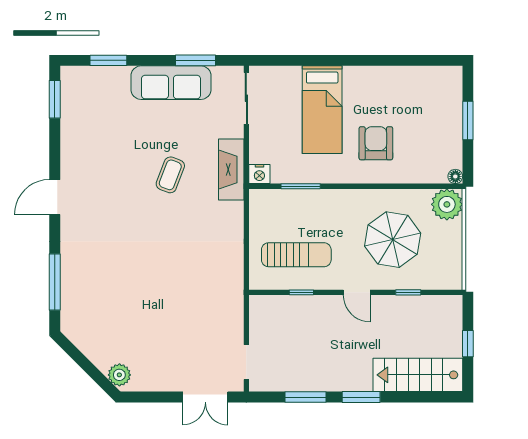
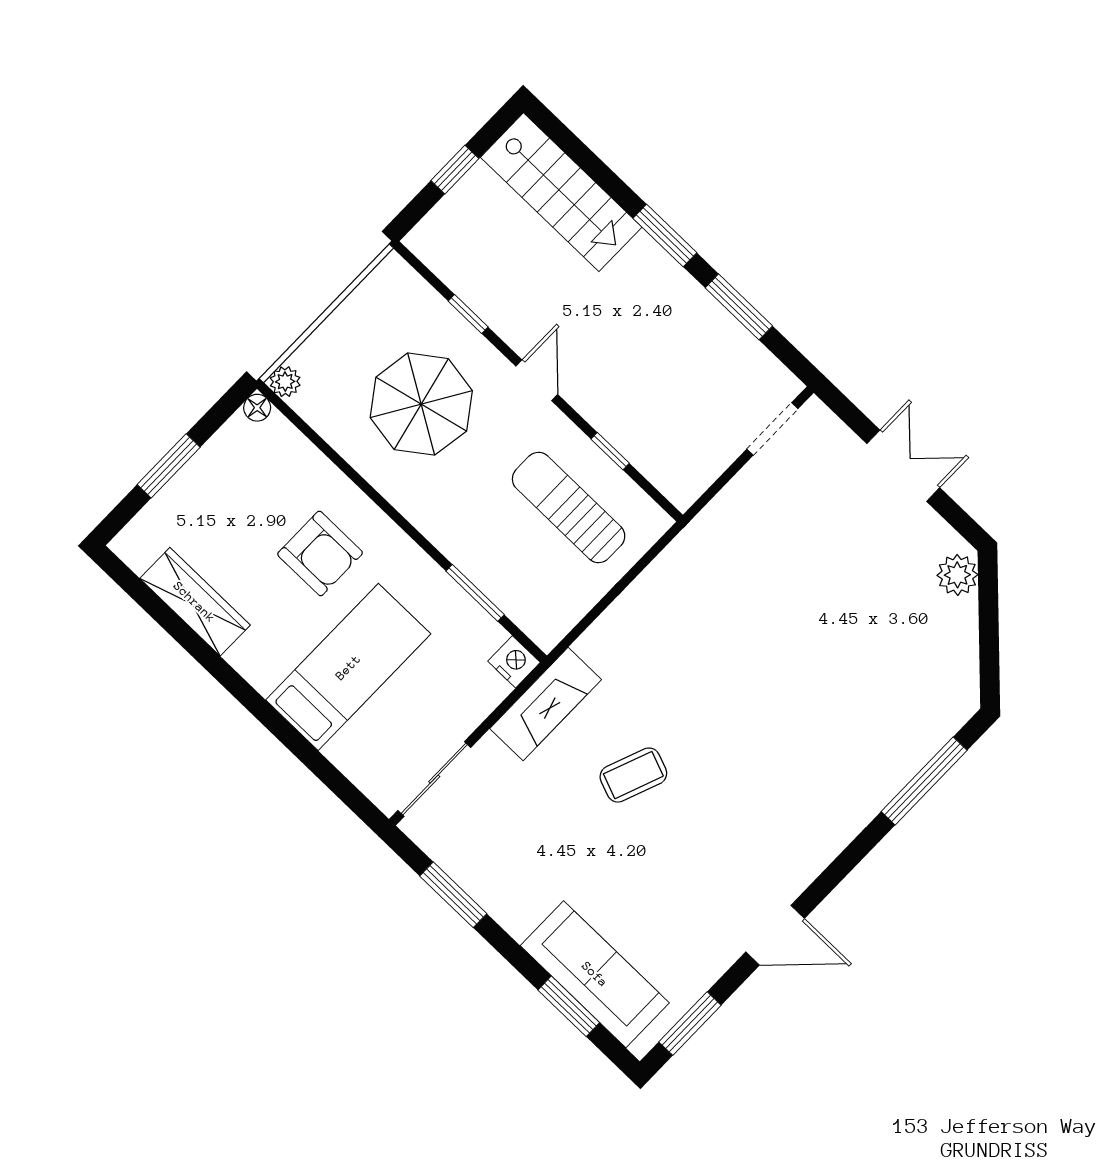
wardrobe: (406, 77) -> (195, 602), added
sofa: (171, 83) -> (595, 974), moved
armchair: (376, 143) -> (320, 553), turned -90
door: (55, 197) -> (775, 935), moved
plant: (447, 204) -> (285, 382), width x0.53, depth x0.53
double door: (205, 397) -> (903, 466), moved

